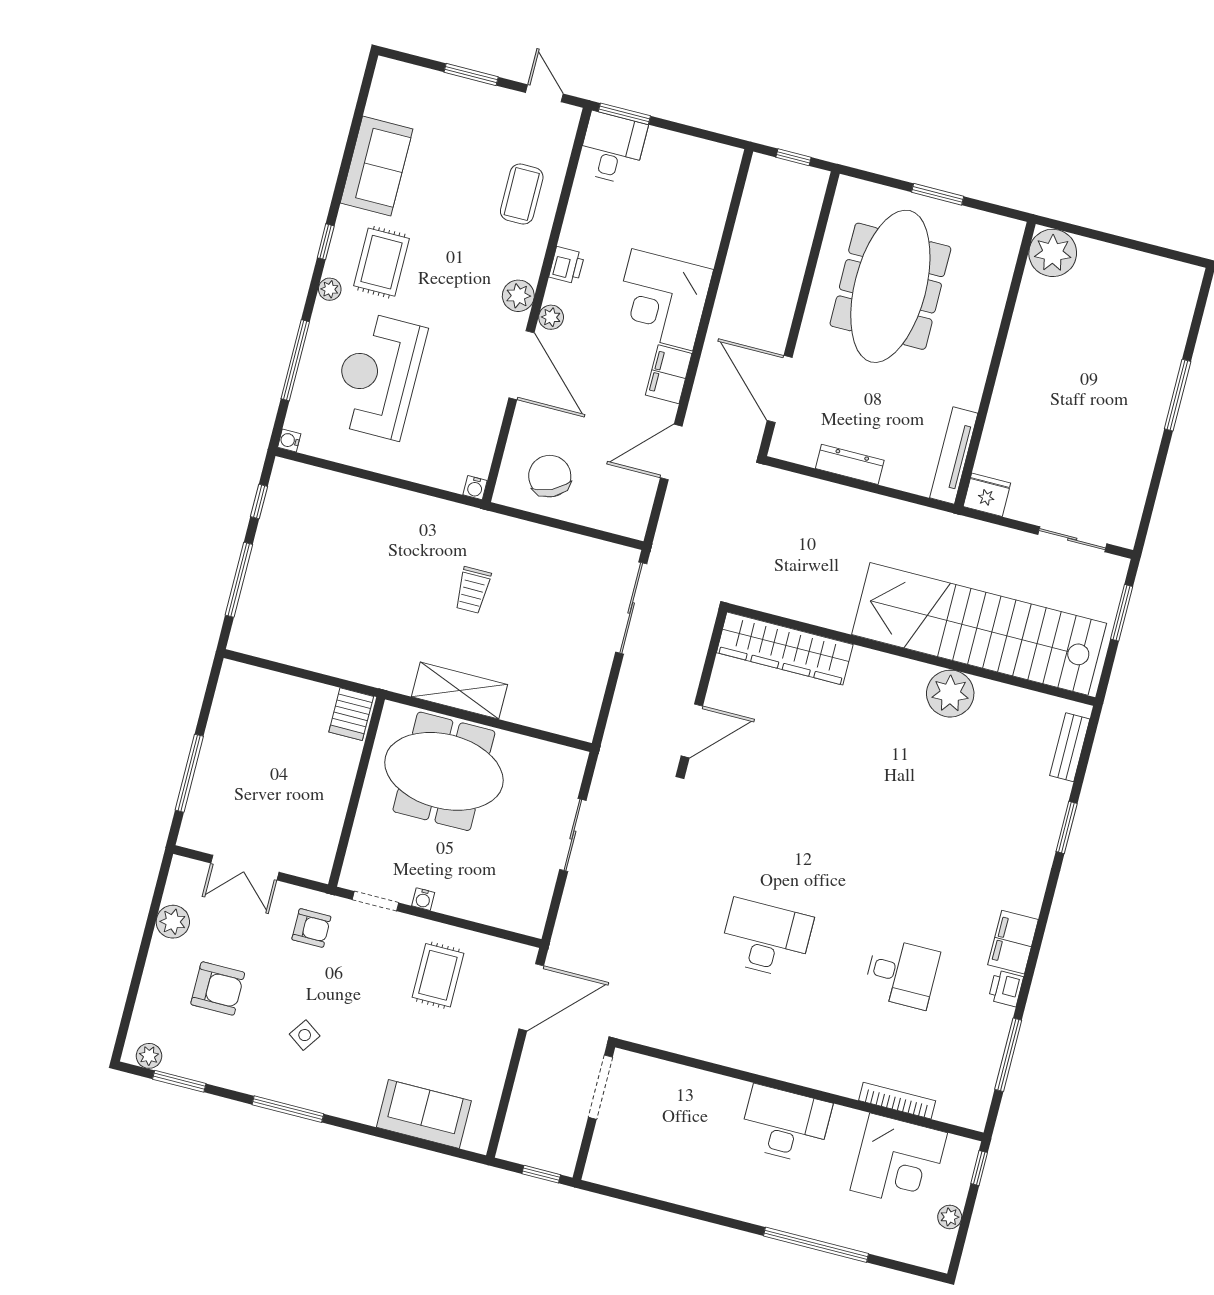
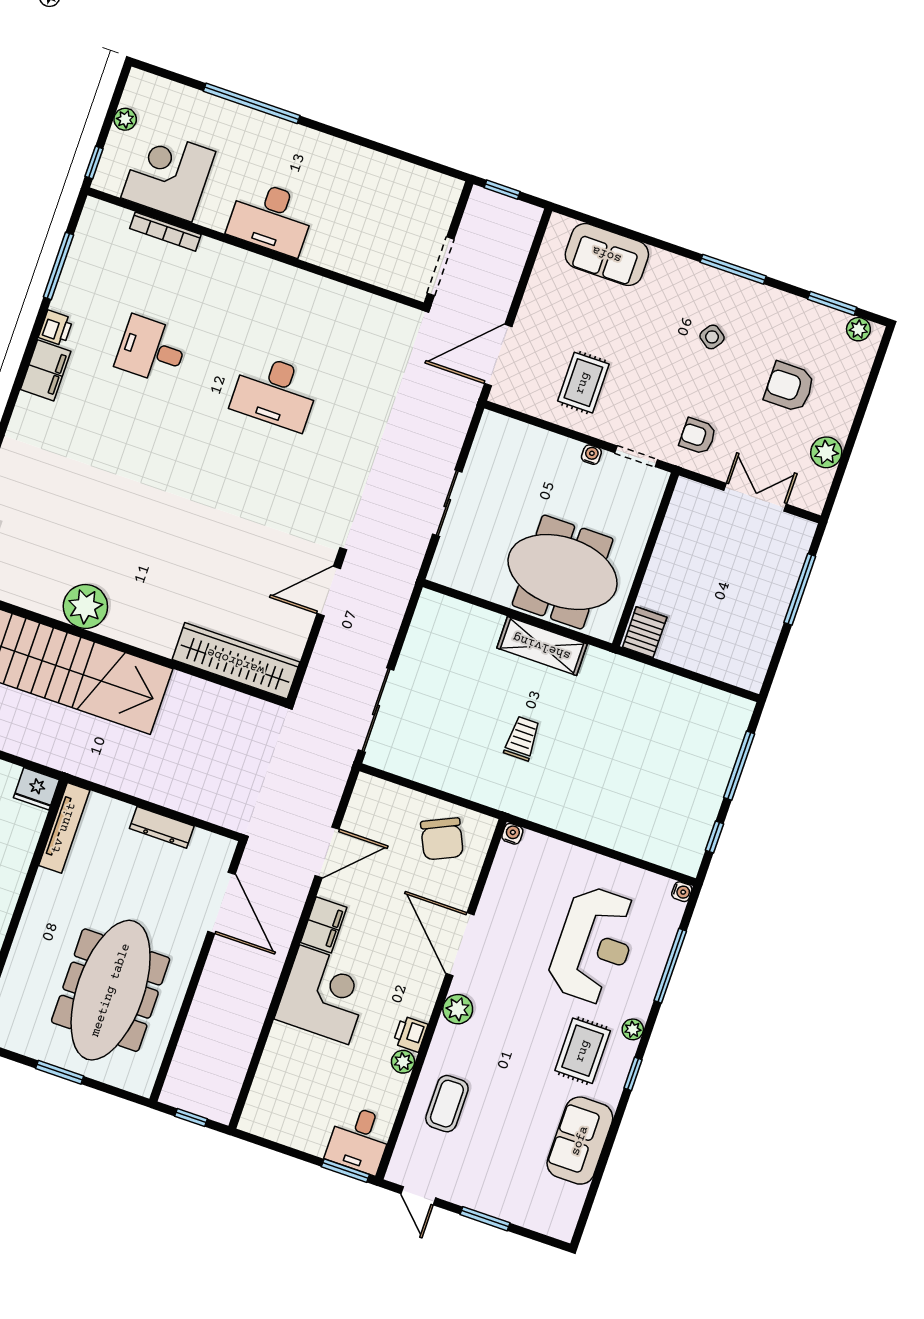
plant: (551, 317) -> (403, 1062), moved

